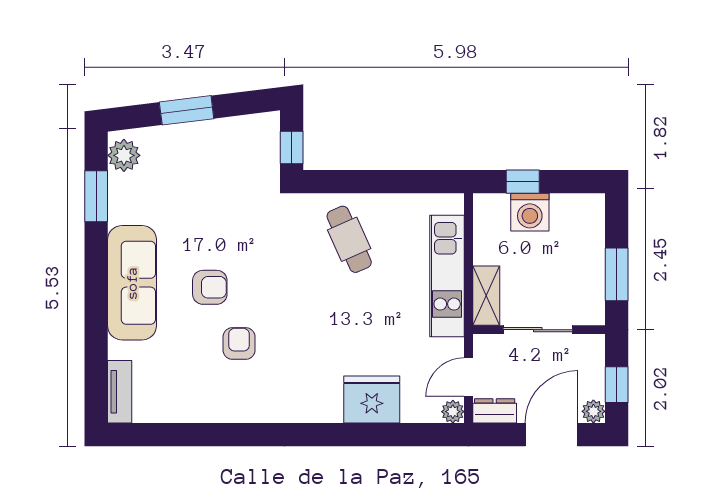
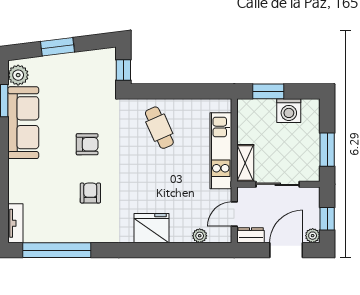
window: (523, 182) -> (268, 91), width x1.50
washing machine: (530, 212) -> (289, 111), moved
sofa: (132, 283) -> (23, 123), moved
armchair: (210, 287) -> (87, 144), moved
fridge: (372, 400) -> (151, 228), moved
plant: (453, 412) -> (200, 236), moved
window: (185, 435) -> (57, 250), added

